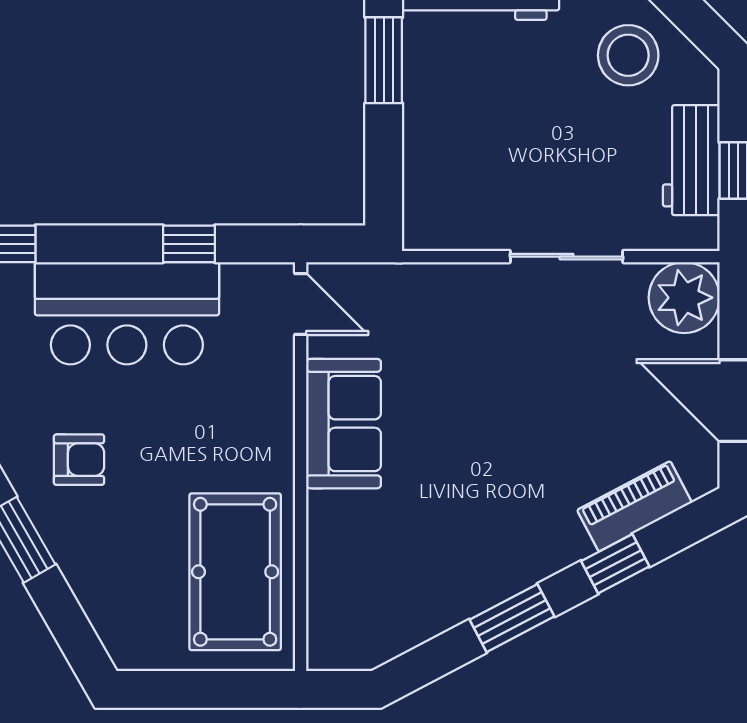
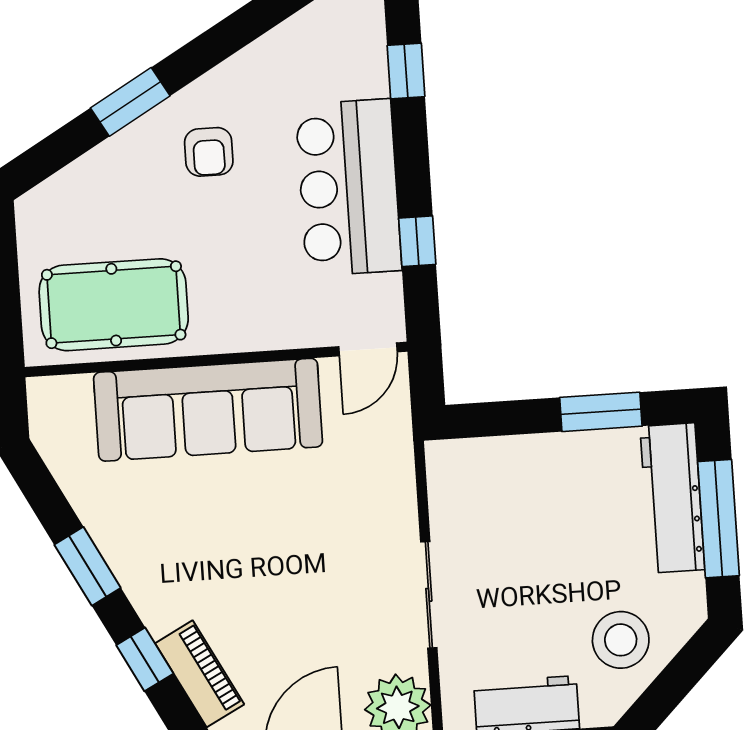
sofa: (344, 424) -> (208, 410), width x1.85, depth x1.27

